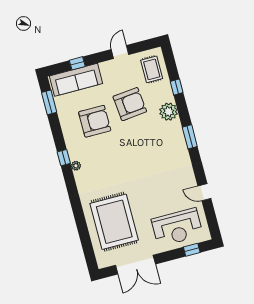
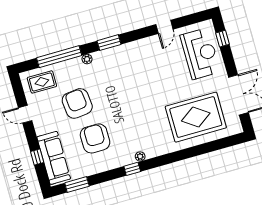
window: (177, 87) -> (59, 57), width x3.17
plant: (169, 112) -> (87, 59), width x0.53, depth x0.53

